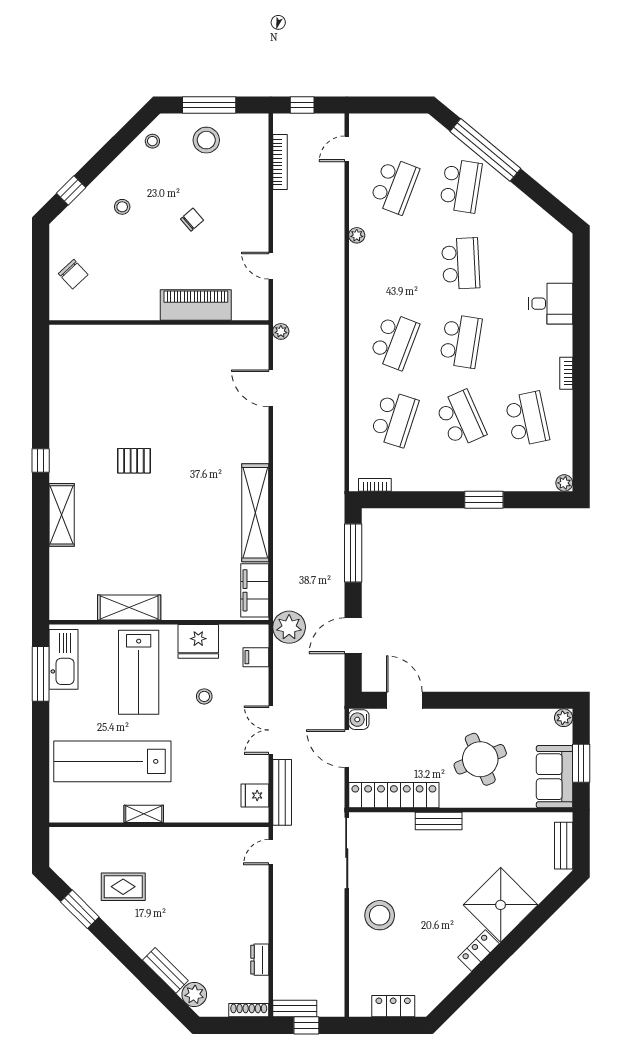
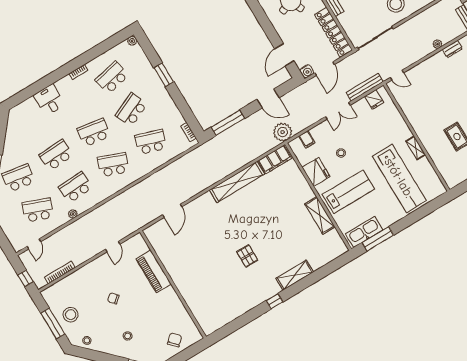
door: (347, 149) -> (34, 244), hinge flipped
school desk: (394, 264) -> (75, 187), added
plant: (281, 331) -> (437, 44), moved

